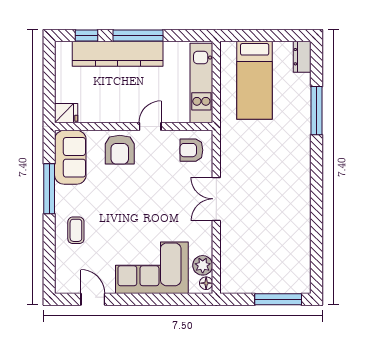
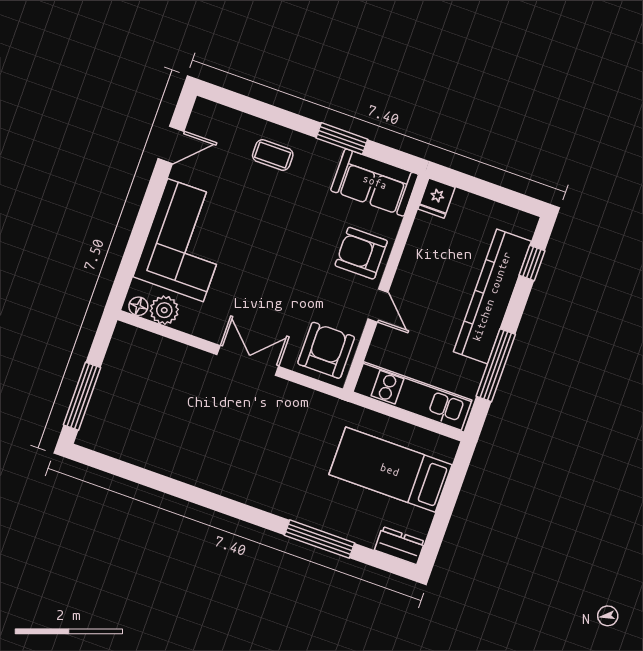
window: (138, 36) -> (496, 365), moved
armchair: (191, 150) -> (326, 350), width x1.38, depth x1.38
window: (49, 189) -> (342, 139), width x0.69

